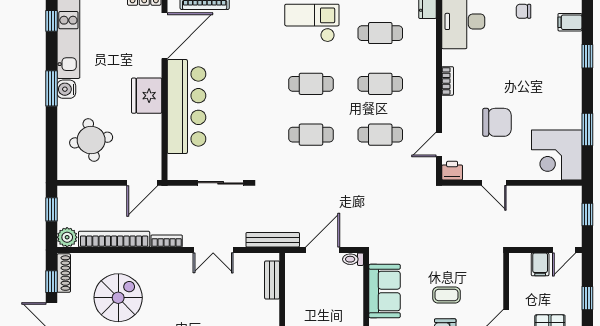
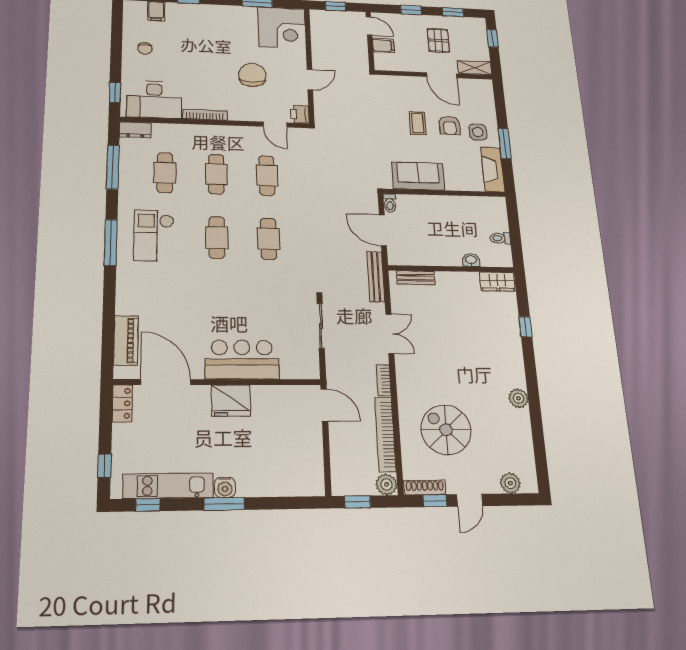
bookcase: (448, 81) -> (205, 115), width x1.56
bar counter: (186, 107) -> (242, 360), width x0.73
round table: (91, 140) -> (280, 460), removed

